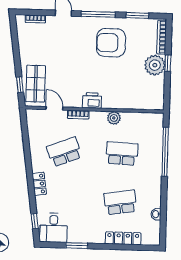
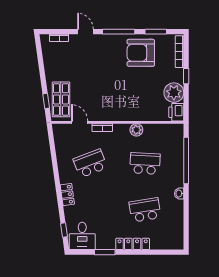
armchair: (111, 43) -> (141, 53), moved
plant: (155, 65) -> (174, 93), moved
printer: (92, 100) -> (176, 112), moved, turned -90
washbasin: (156, 214) -> (179, 194), moved
locker: (123, 238) -> (133, 244), moved

